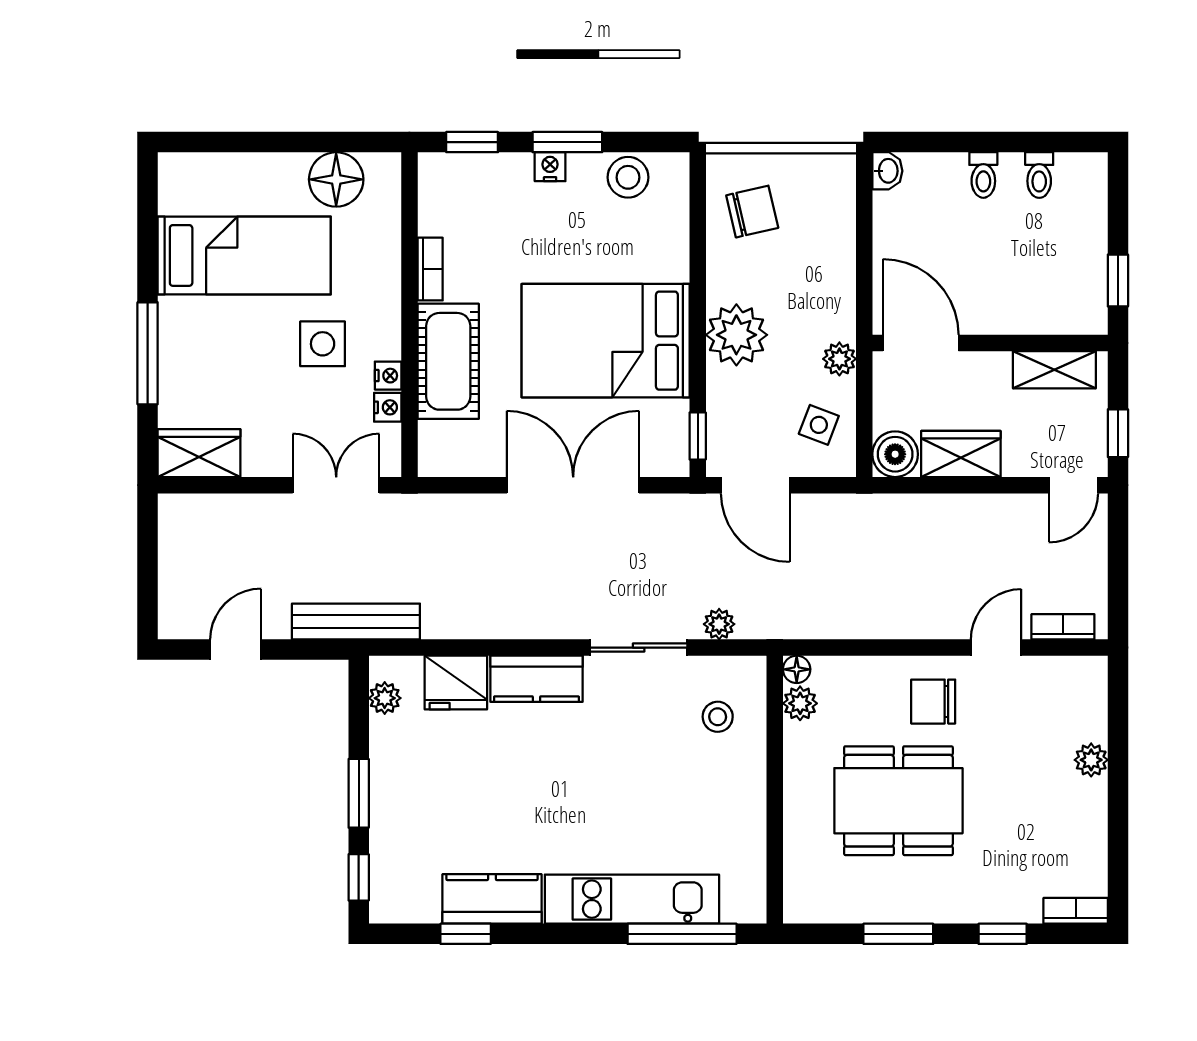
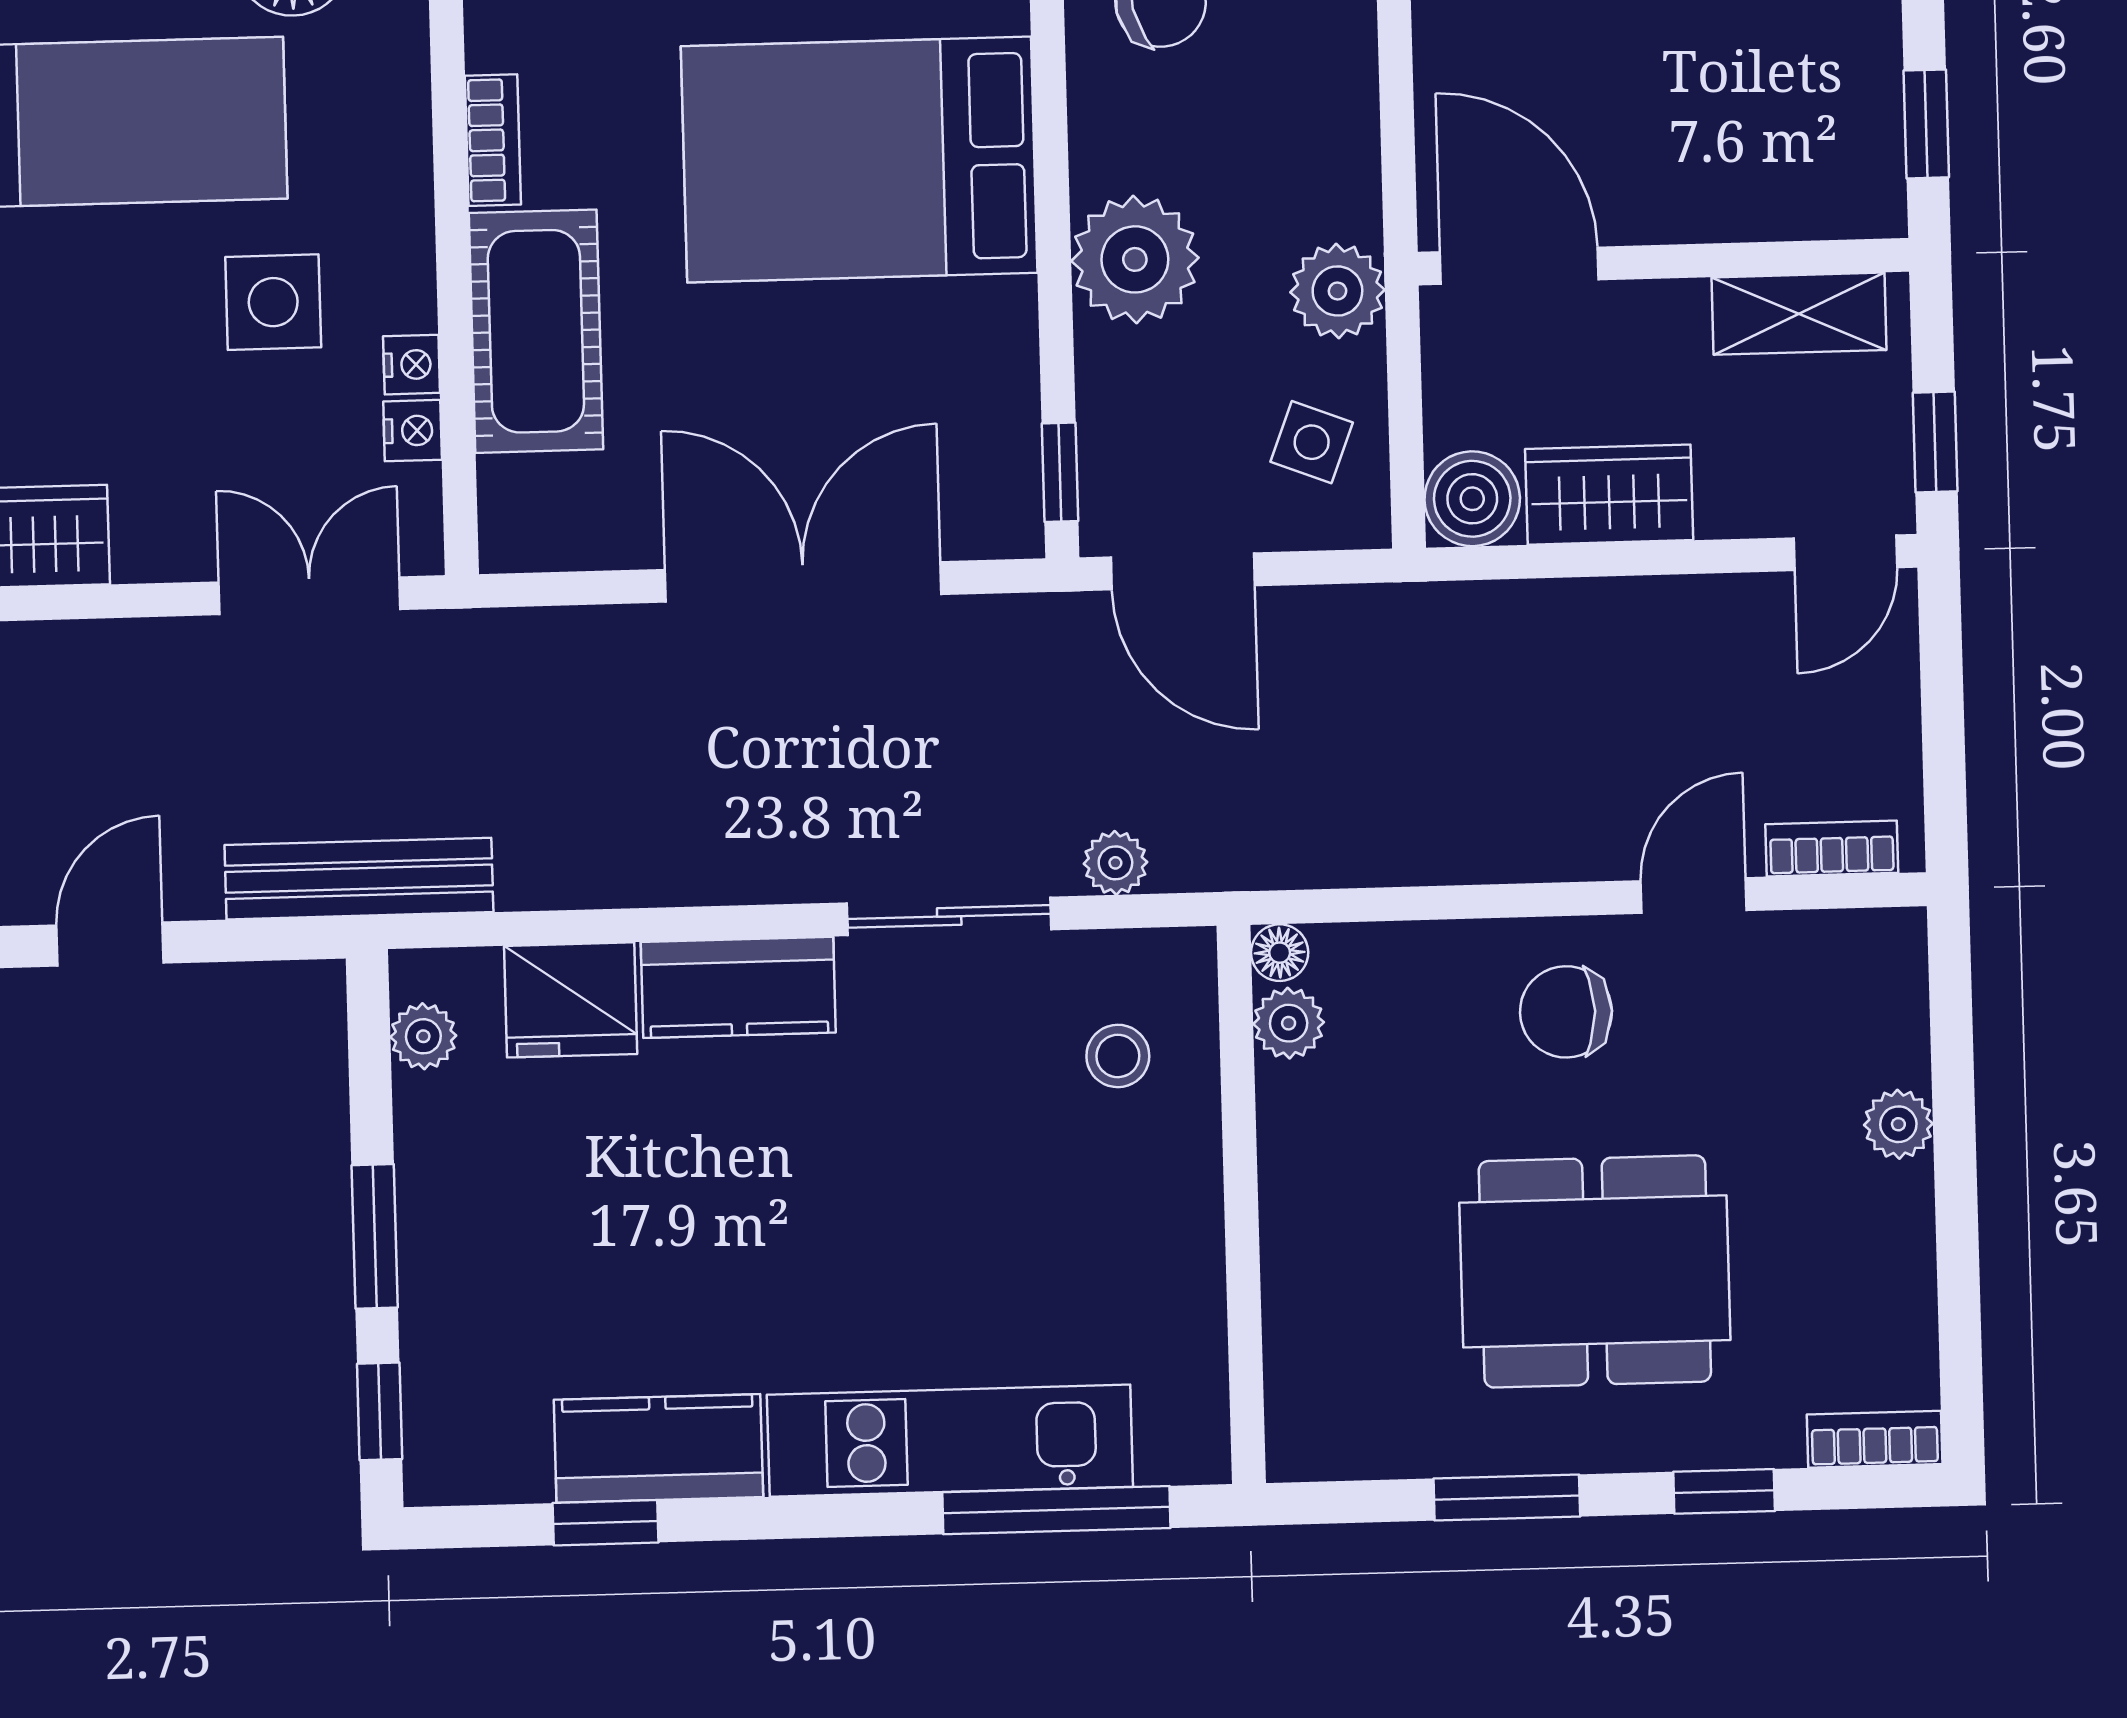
bed: (606, 341) -> (859, 160), moved
plant: (839, 359) -> (1337, 291), width x1.38, depth x1.38
dining table: (898, 801) -> (1595, 1271), moved

